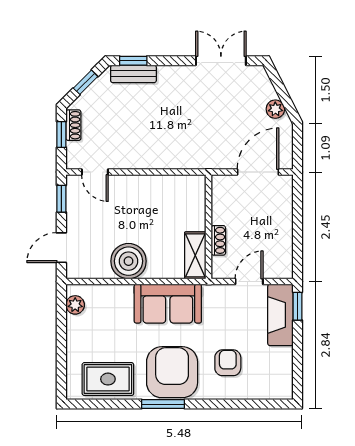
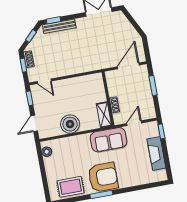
bench: (133, 74) -> (59, 26), width x1.36
plant: (275, 109) -> (131, 32), removed
window: (297, 217) -> (153, 86), added
sofa: (168, 304) -> (109, 140), moved
fireplace: (280, 315) -> (156, 153), moved
armchair: (228, 363) -> (131, 167), removed
armchair: (172, 372) -> (103, 177), turned 90

